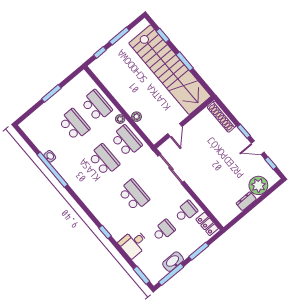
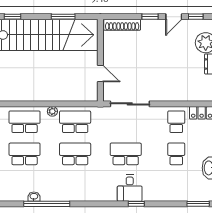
window: (185, 61) -> (63, 17), moved
plant: (136, 117) -> (62, 96), removed
desk: (134, 243) -> (130, 188), moved

